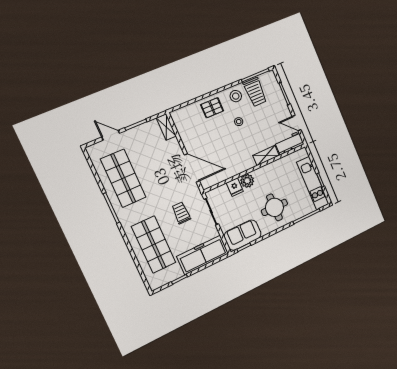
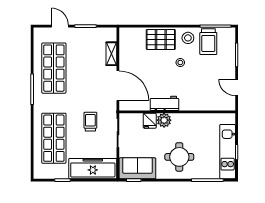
pallet: (212, 108) -> (161, 39), width x1.50, depth x1.42
shelving: (166, 127) -> (111, 54), moved
workbench: (289, 143) -> (165, 103), moved
shelving: (266, 155) -> (193, 105), removed

